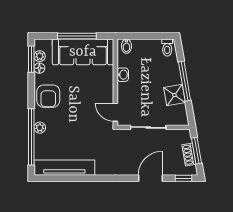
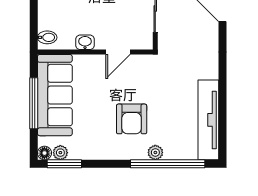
floor lamp: (39, 68) -> (44, 153), moved
armchair: (48, 96) -> (132, 119), moved, turned 90
door: (115, 112) -> (118, 52), moved

